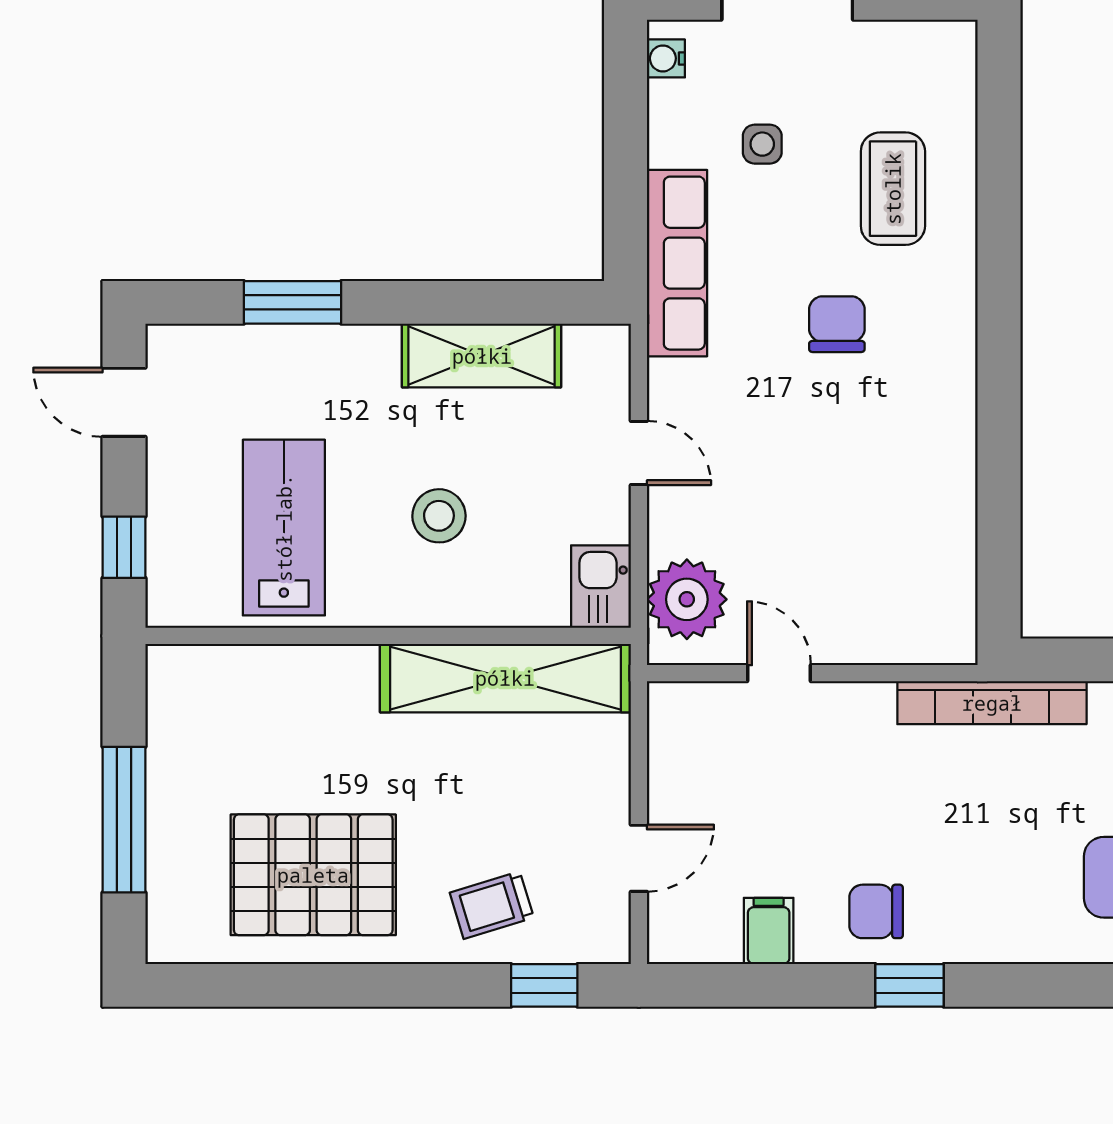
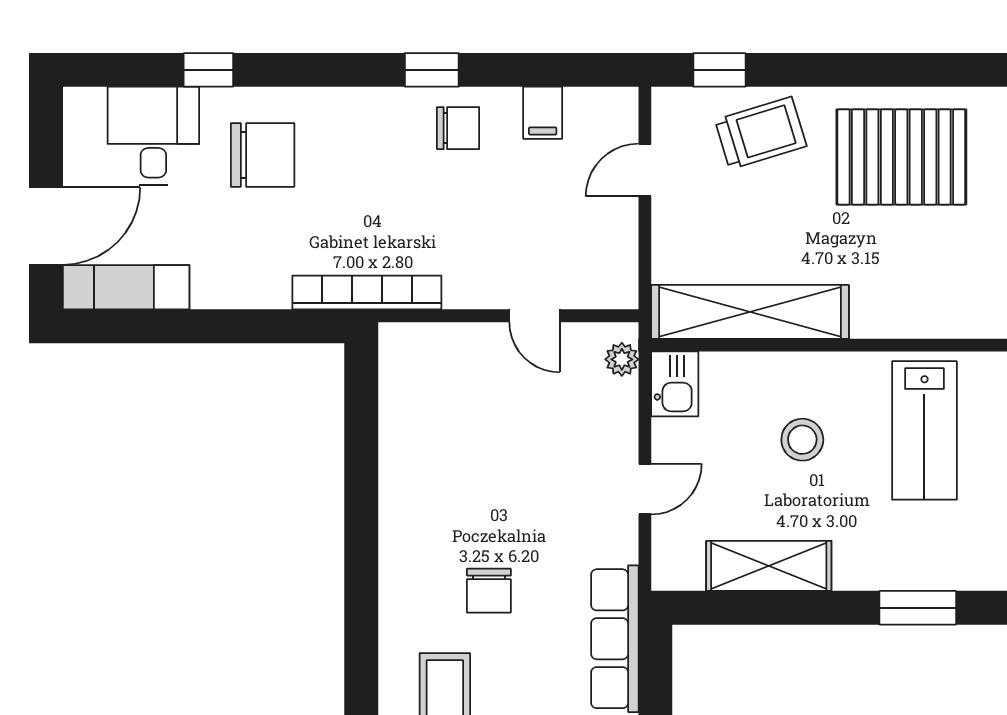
door: (639, 453) -> (645, 489), swing flipped
plant: (687, 599) -> (622, 359), width x0.53, depth x0.53
trolley: (492, 905) -> (761, 133), width x1.36, depth x1.39

